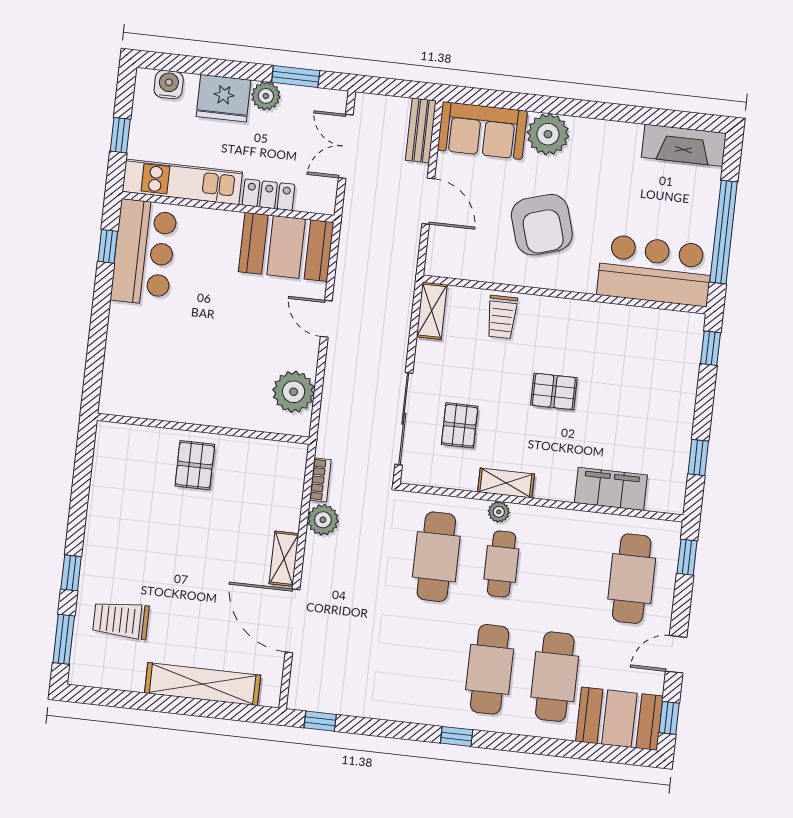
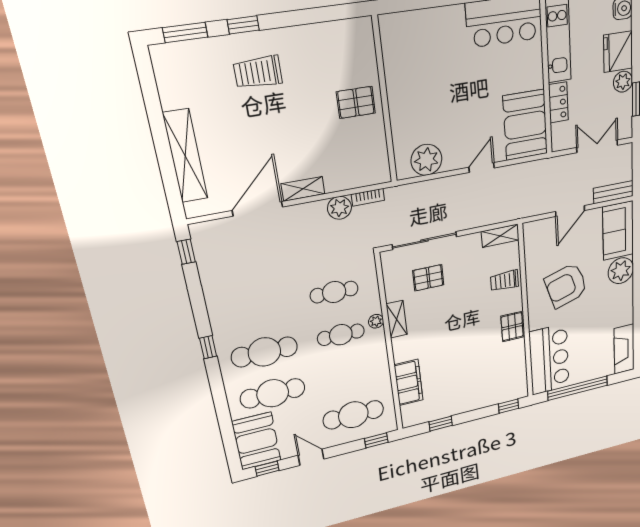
pallet: (554, 391) -> (512, 327), moved
cafe table: (436, 557) -> (334, 292), width x0.73, depth x0.74
trolley: (121, 620) -> (258, 72), moved, turned -90

